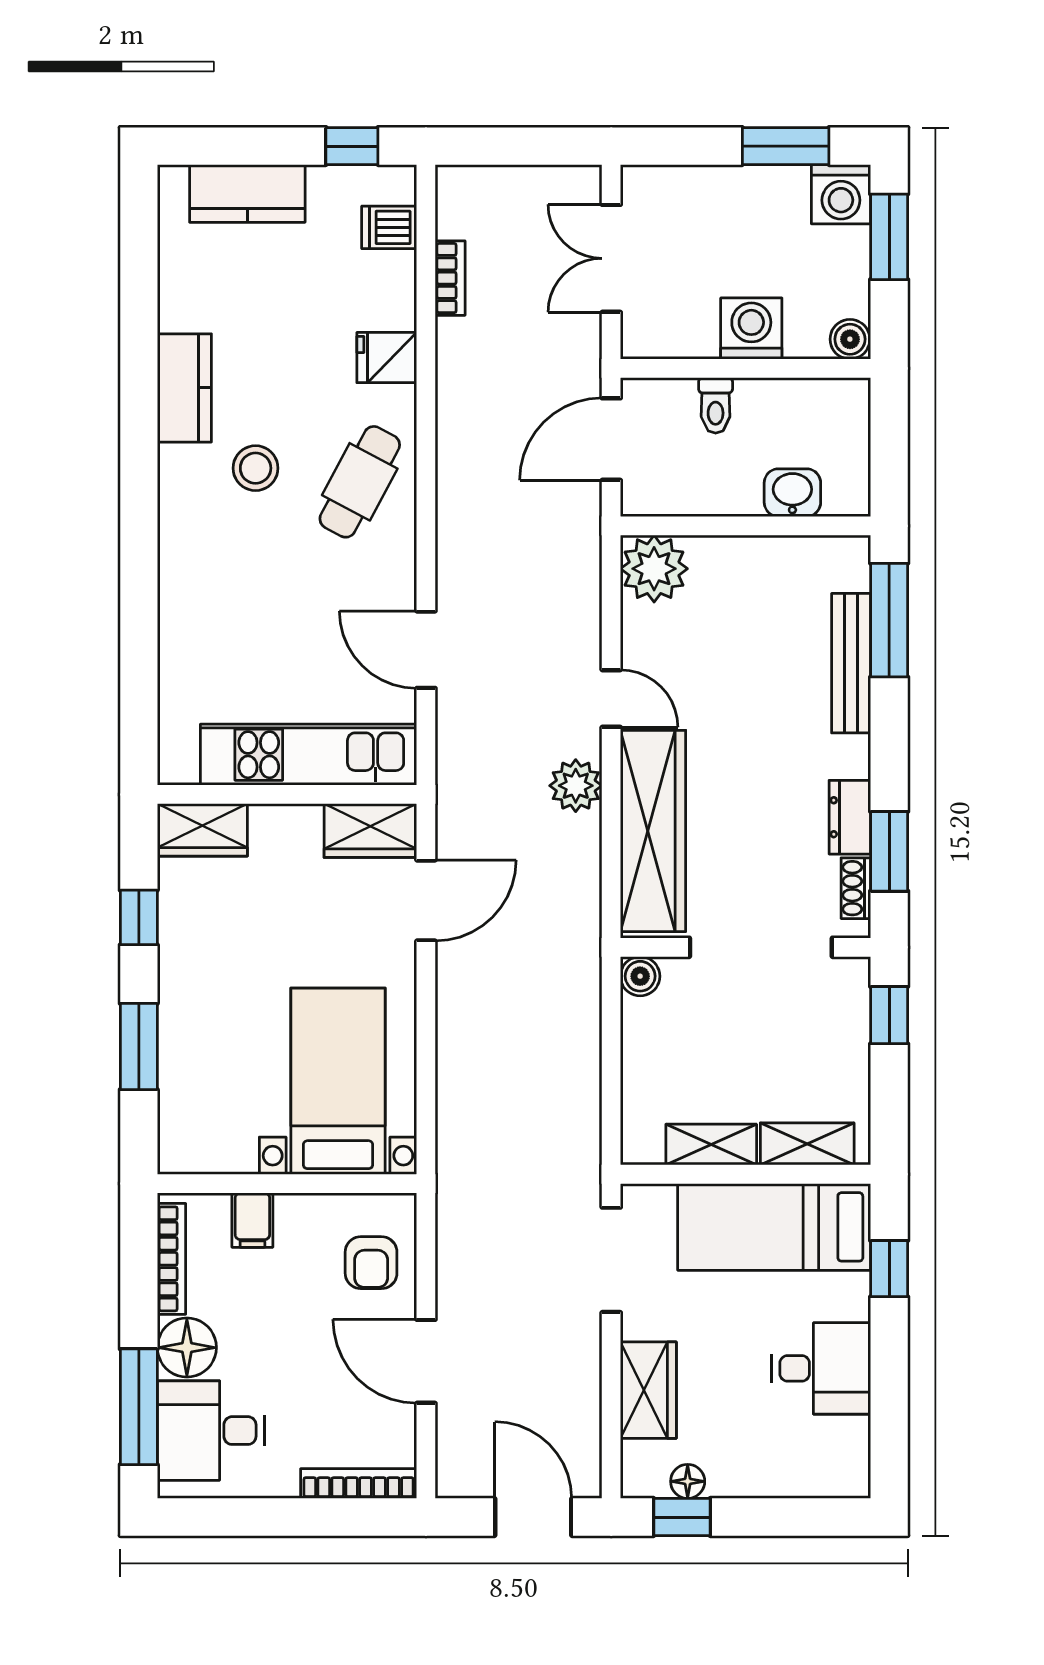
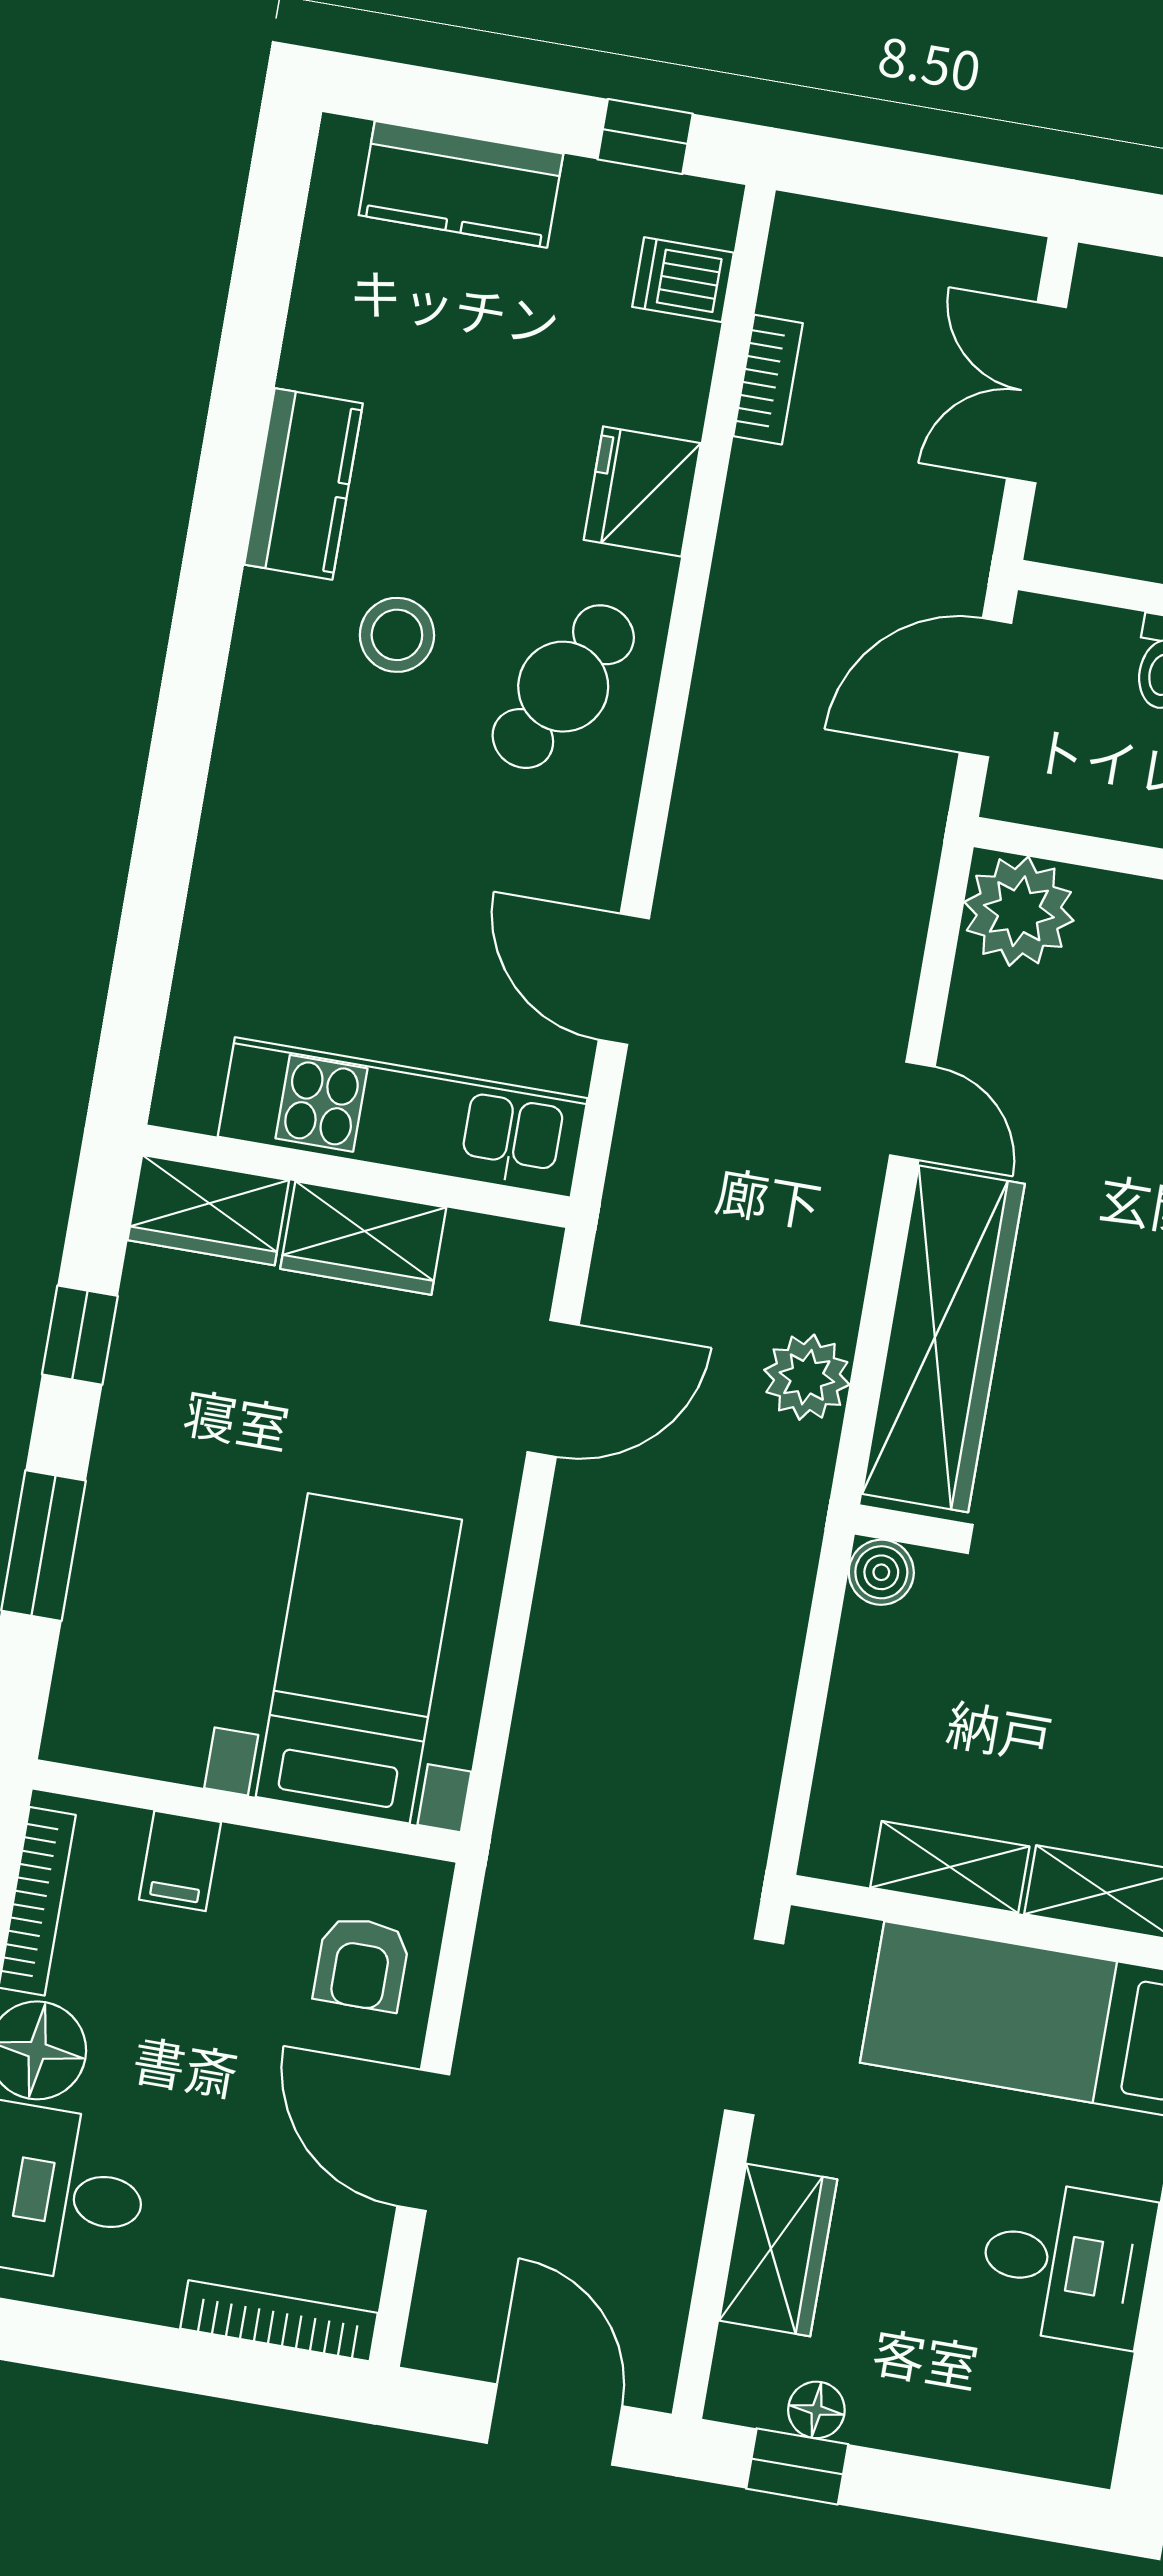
fridge: (387, 358) -> (642, 492), width x1.38
plant: (576, 786) -> (807, 1377), moved
wardrobe: (370, 831) -> (363, 1238), moved

